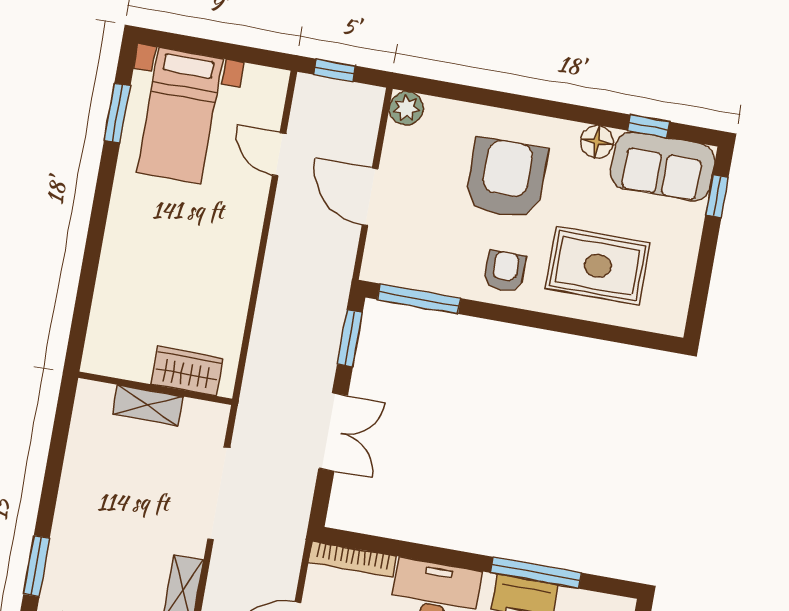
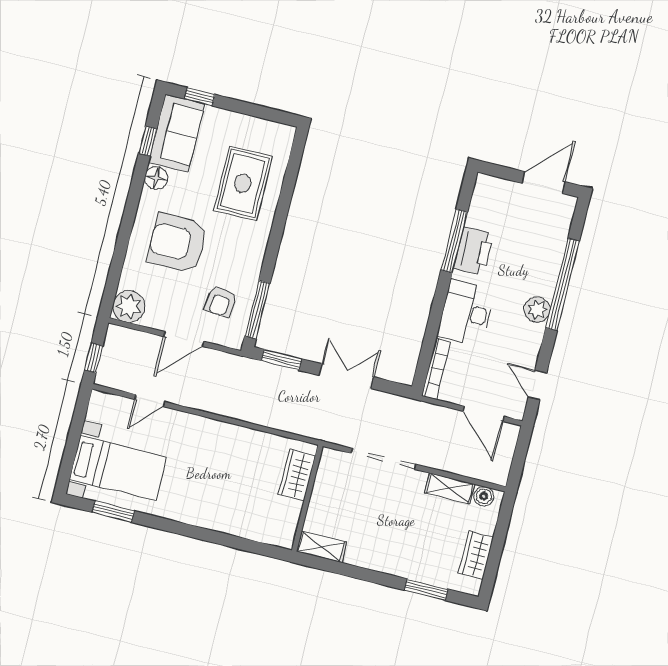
plant: (406, 108) -> (129, 306), width x1.36, depth x1.36
armchair: (505, 271) -> (221, 302), moved, turned -83
shelving: (148, 405) -> (321, 547), moved, turned 90

